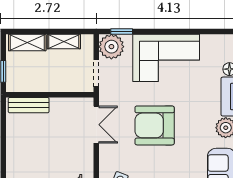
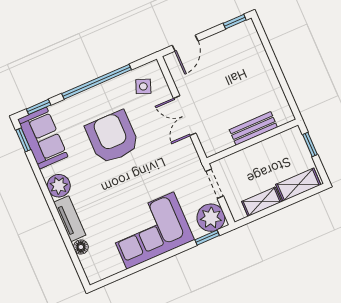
bench: (29, 105) -> (253, 128), moved
double door: (96, 125) -> (185, 116), moved
armchair: (155, 125) -> (112, 137), moved, turned -90

